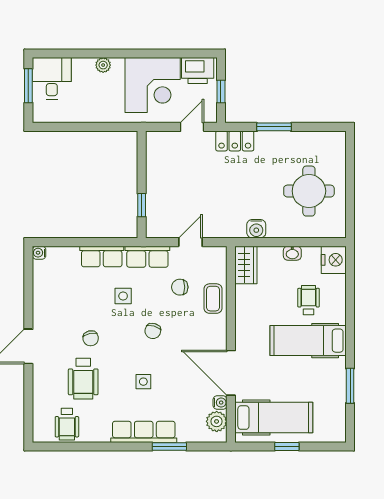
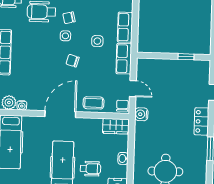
window: (142, 205) -> (186, 57), moved
water cooler: (256, 229) -> (141, 114), moved
chair: (180, 287) -> (122, 106), moved
door: (231, 373) -> (60, 114), moved
side table: (143, 382) -> (65, 36), moved

